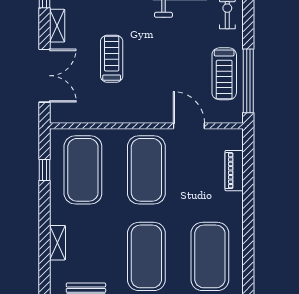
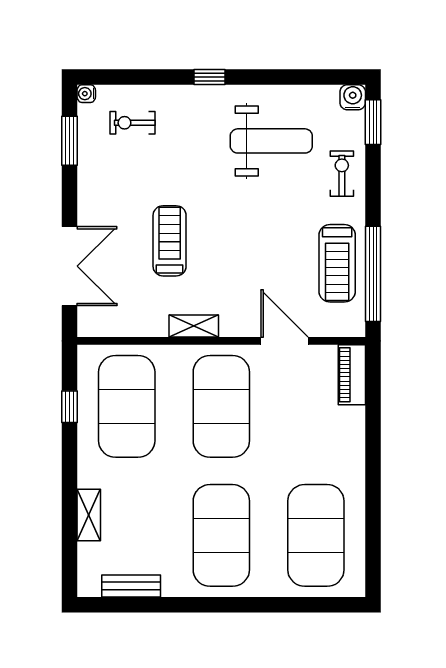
shelving: (57, 26) -> (194, 326), moved, turned 90
piano: (234, 171) -> (352, 375), moved

